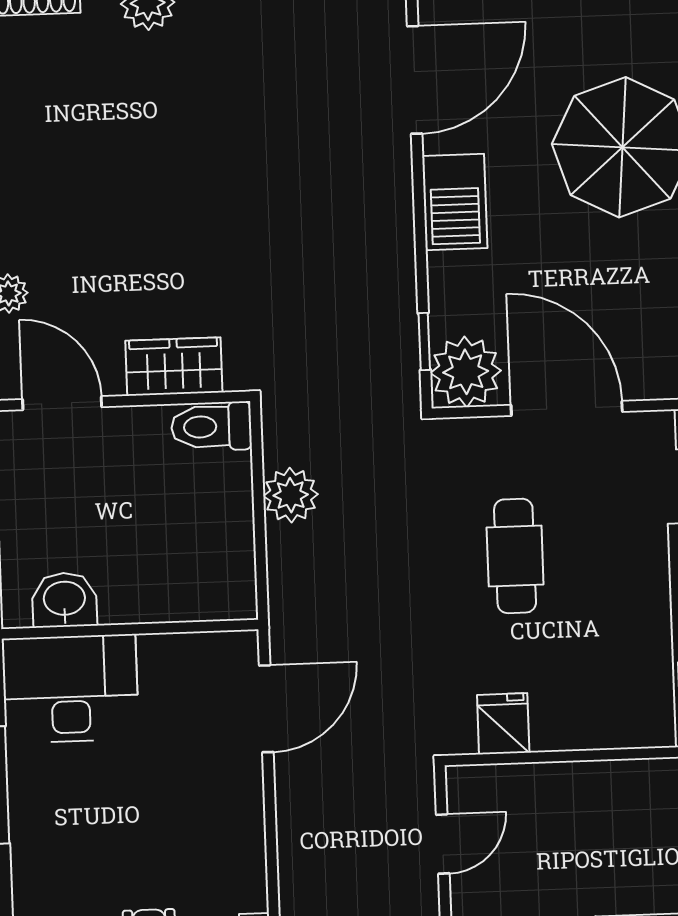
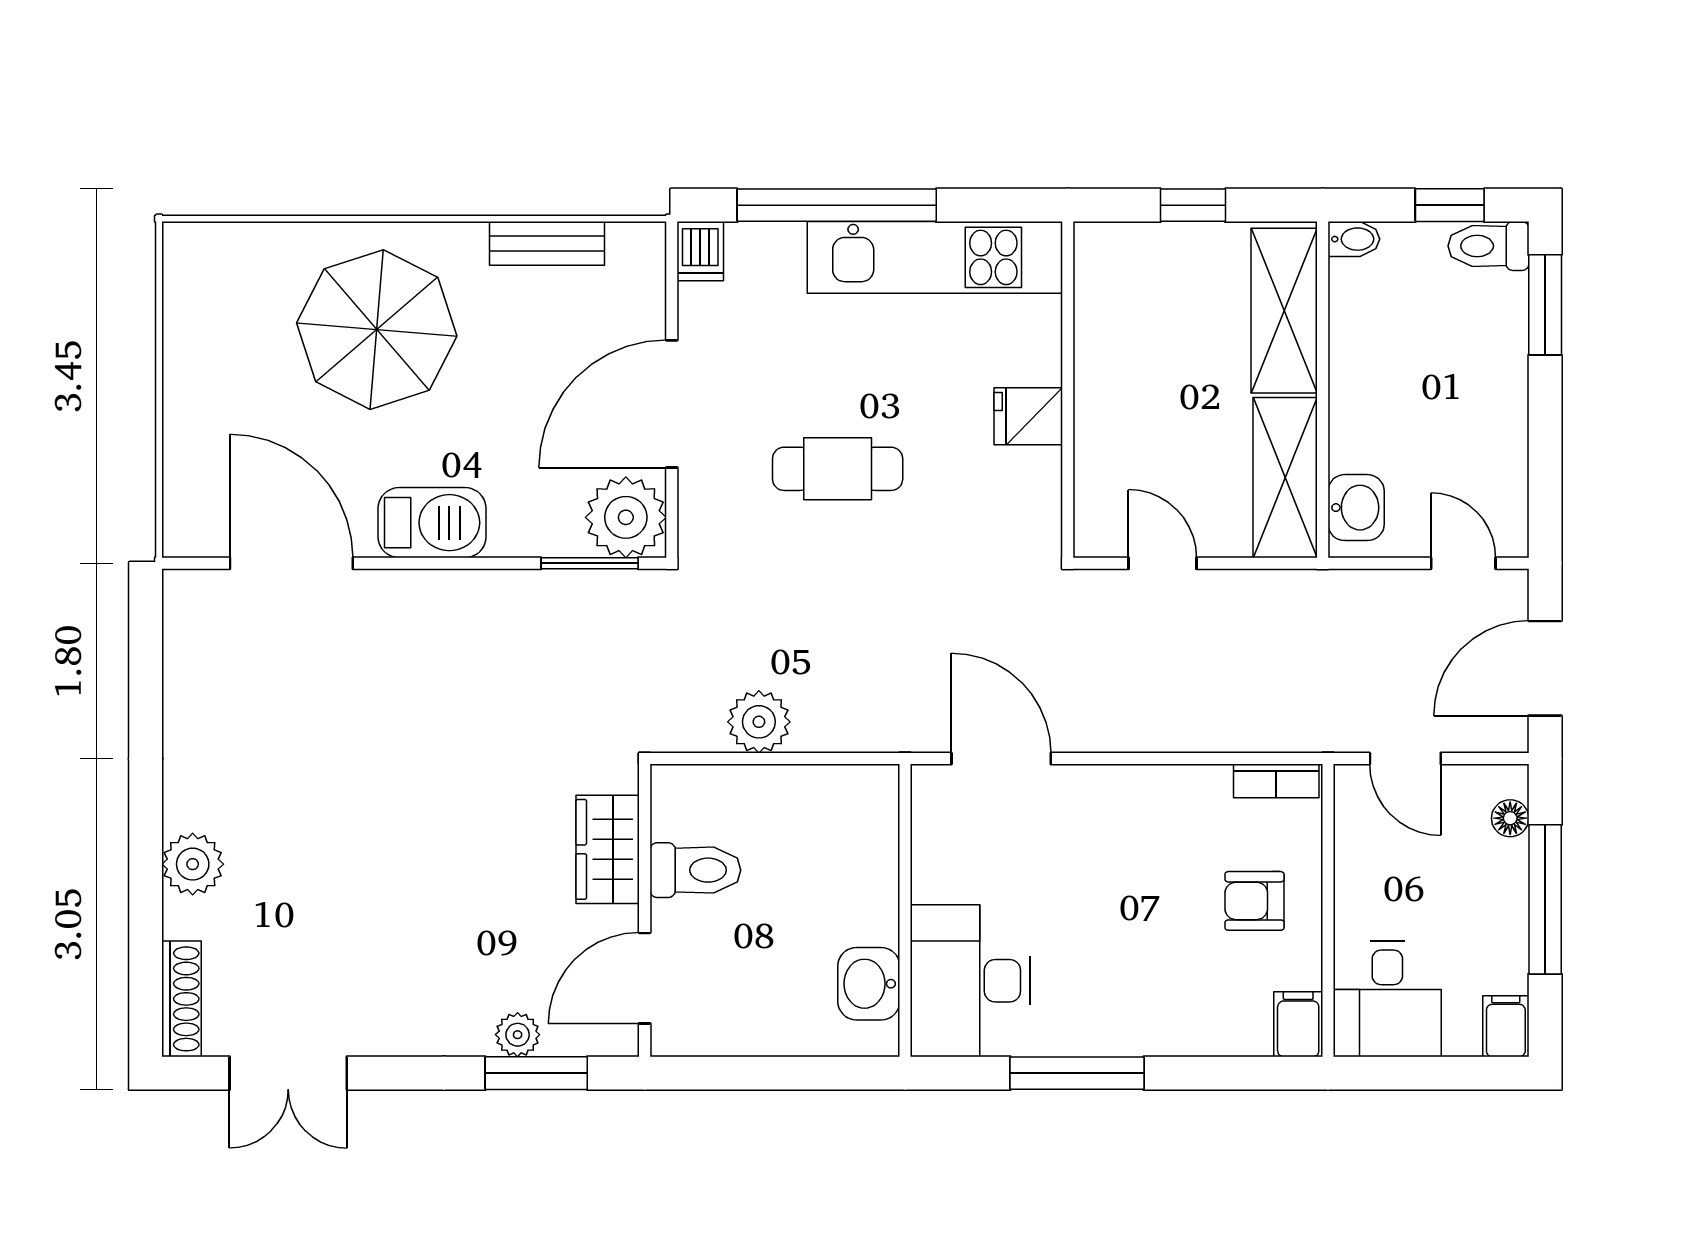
window: (424, 342) -> (590, 563), width x1.50
toilet: (211, 427) -> (695, 870), moved, turned -90
fridge: (503, 724) -> (1028, 416), moved

